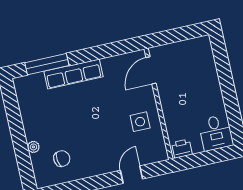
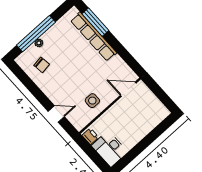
row of seats: (73, 74) -> (94, 37), width x1.36
desk: (216, 133) -> (110, 149), width x1.37
window: (20, 144) -> (36, 34), added

